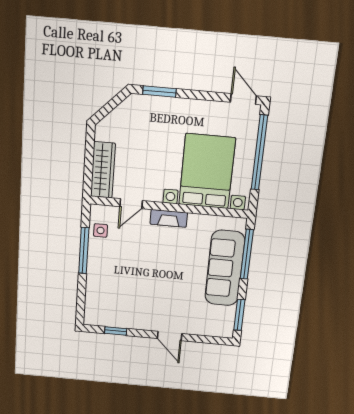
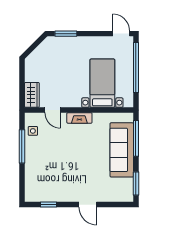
wardrobe: (103, 170) -> (32, 95), width x0.67
bed with nightstands: (207, 171) -> (102, 83), width x0.73
door: (131, 204) -> (53, 110), hinge flipped

